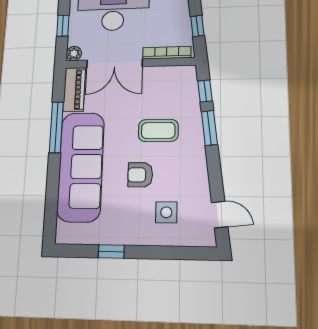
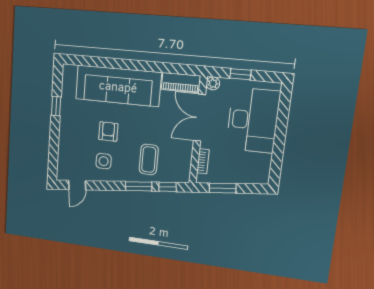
window: (197, 26) -> (223, 188), width x1.50
bookcase: (167, 53) -> (203, 161), width x0.64
window: (56, 127) -> (151, 67), removed
coffee table: (158, 130) -> (149, 159), moved
side table: (166, 212) -> (104, 161), moved

